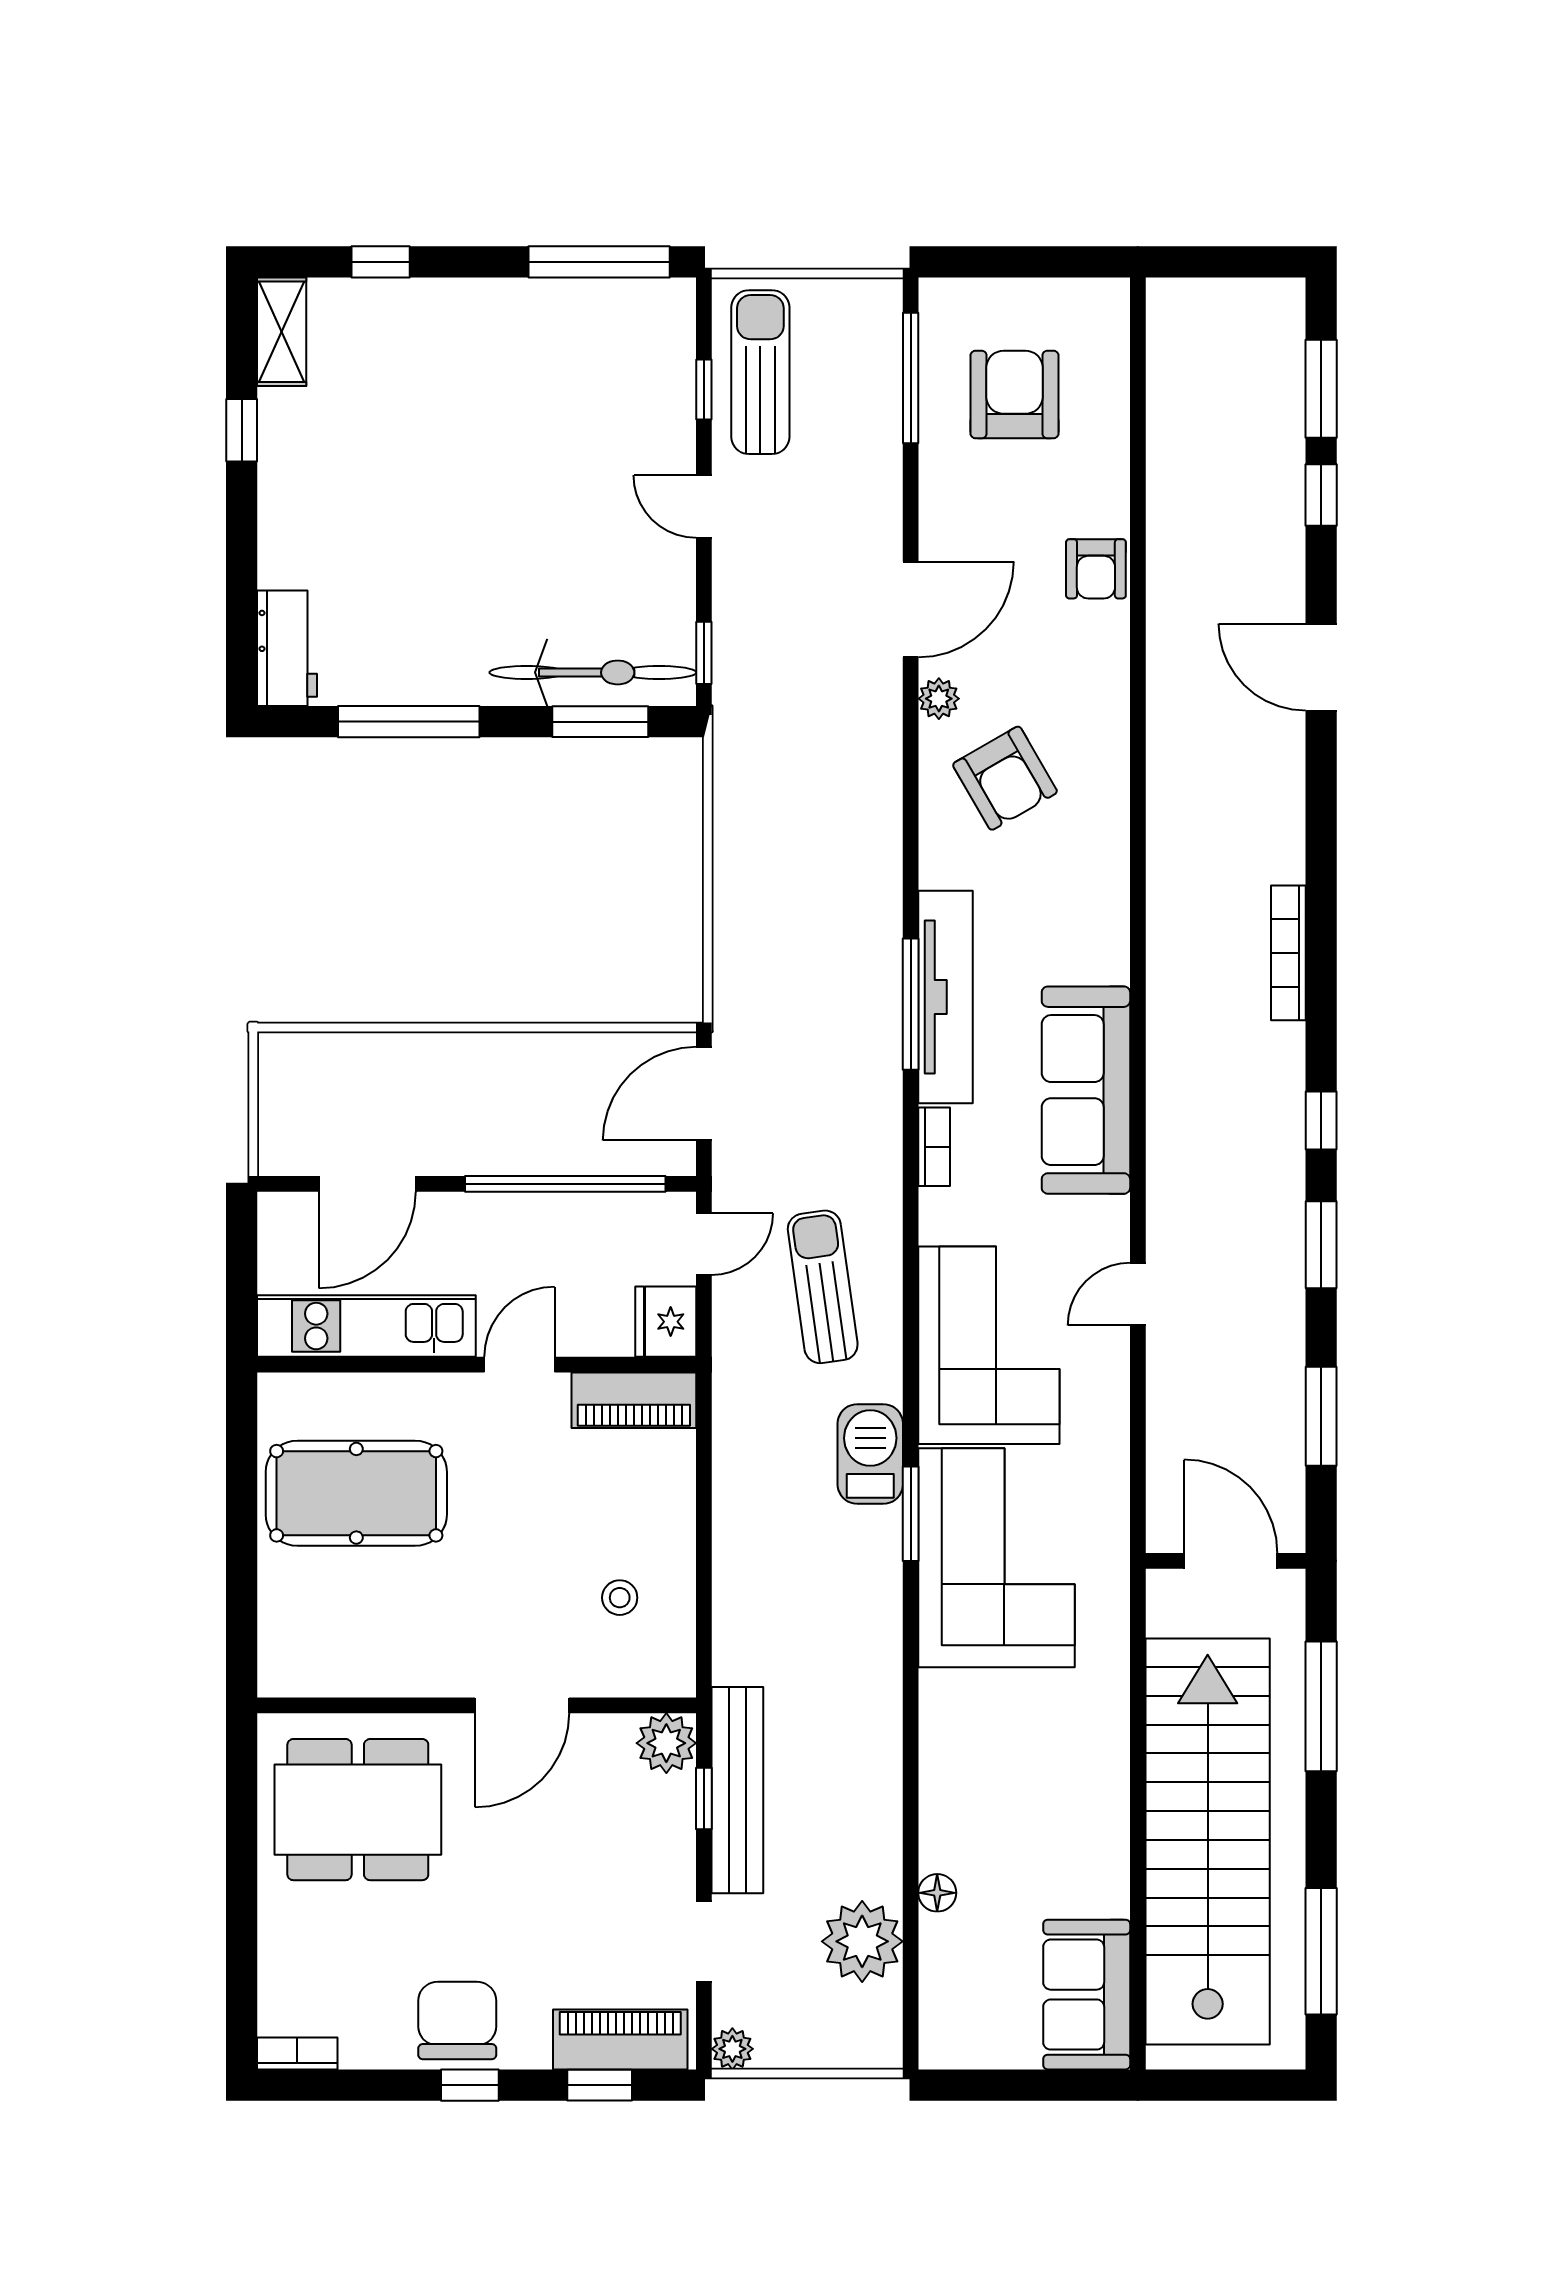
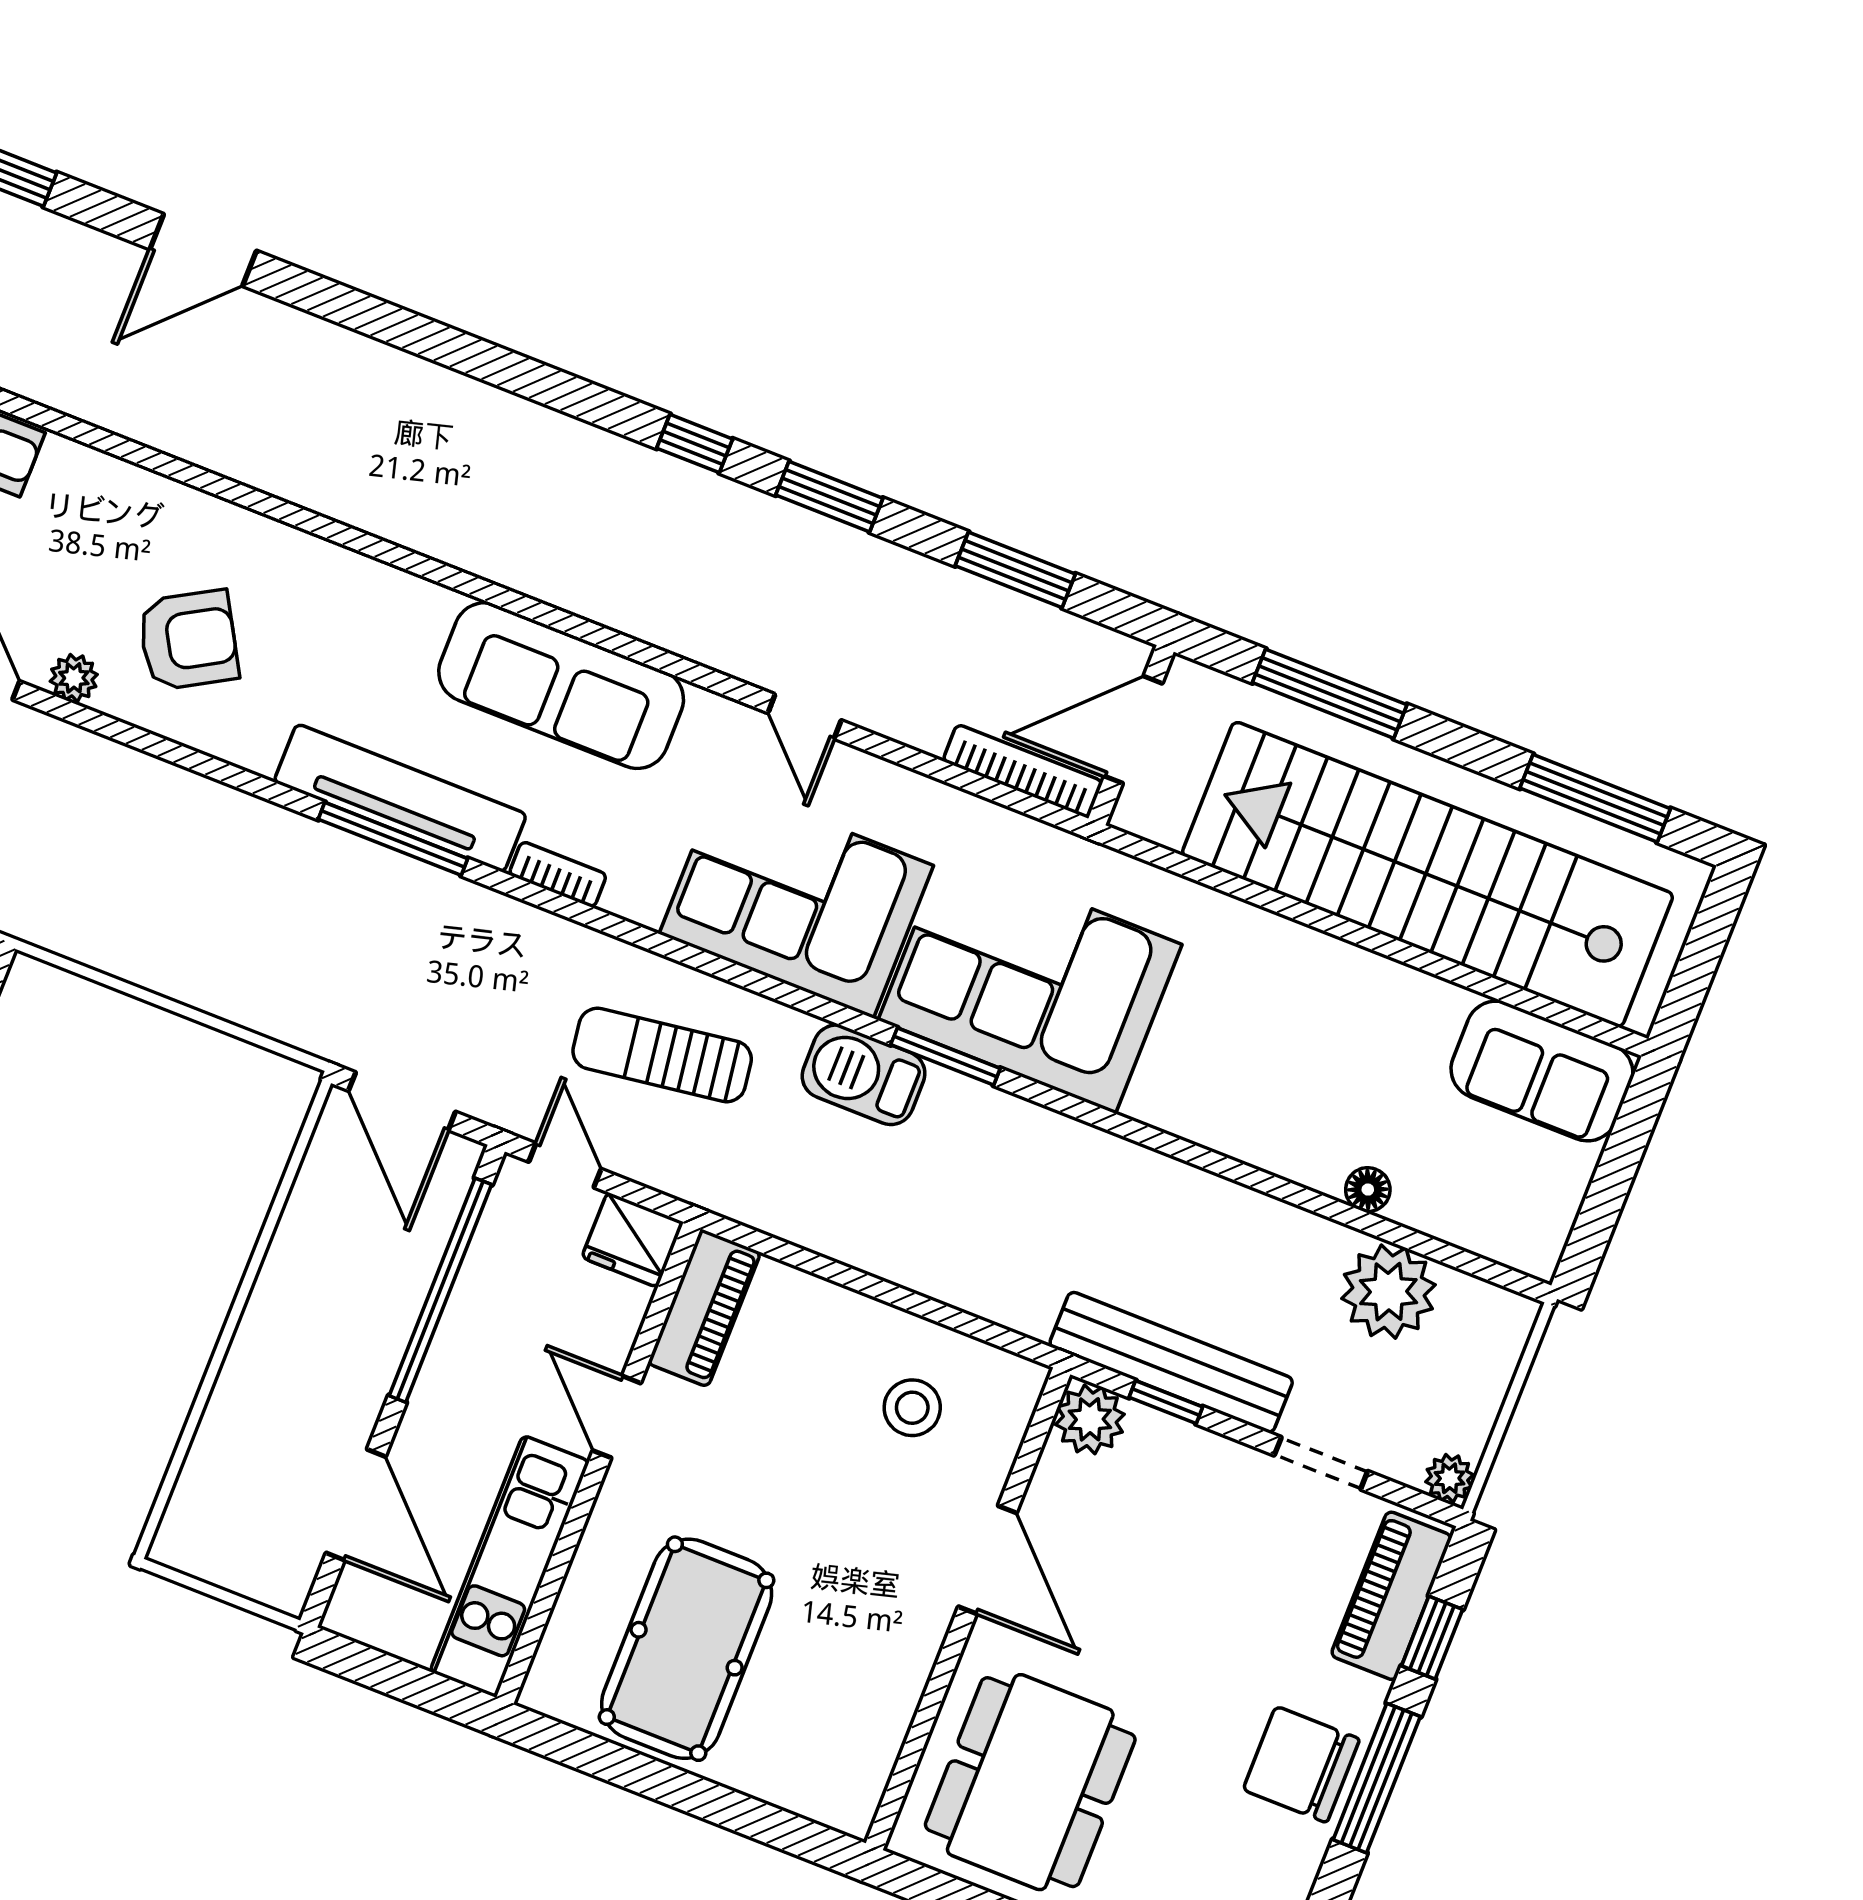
bookcase: (1288, 953) -> (1023, 771), moved, turned 180
stool: (620, 1598) -> (912, 1408), width x1.37, depth x1.37
window: (470, 2085) -> (1377, 1778), width x2.17

